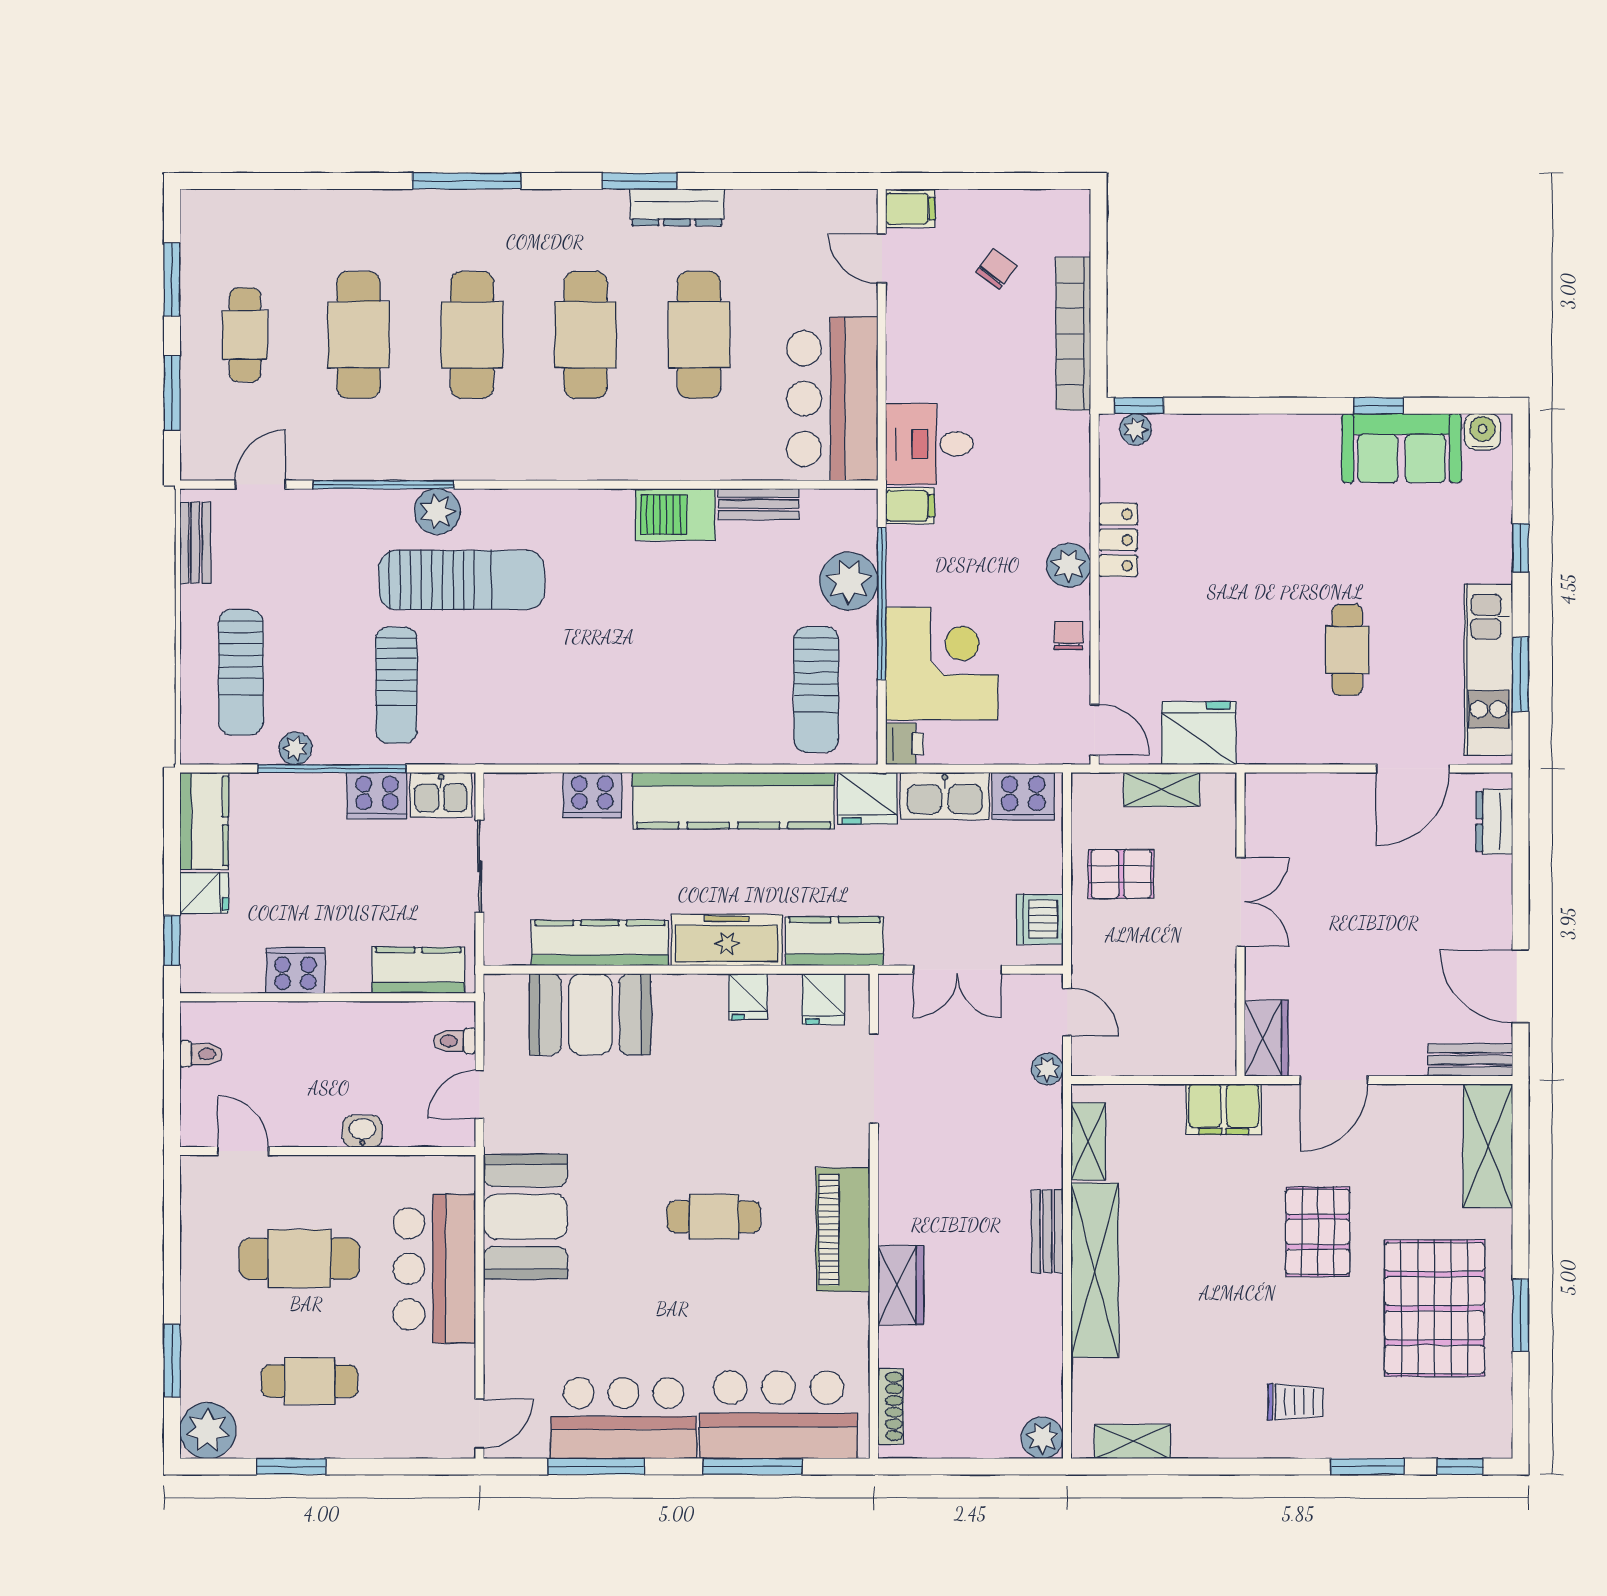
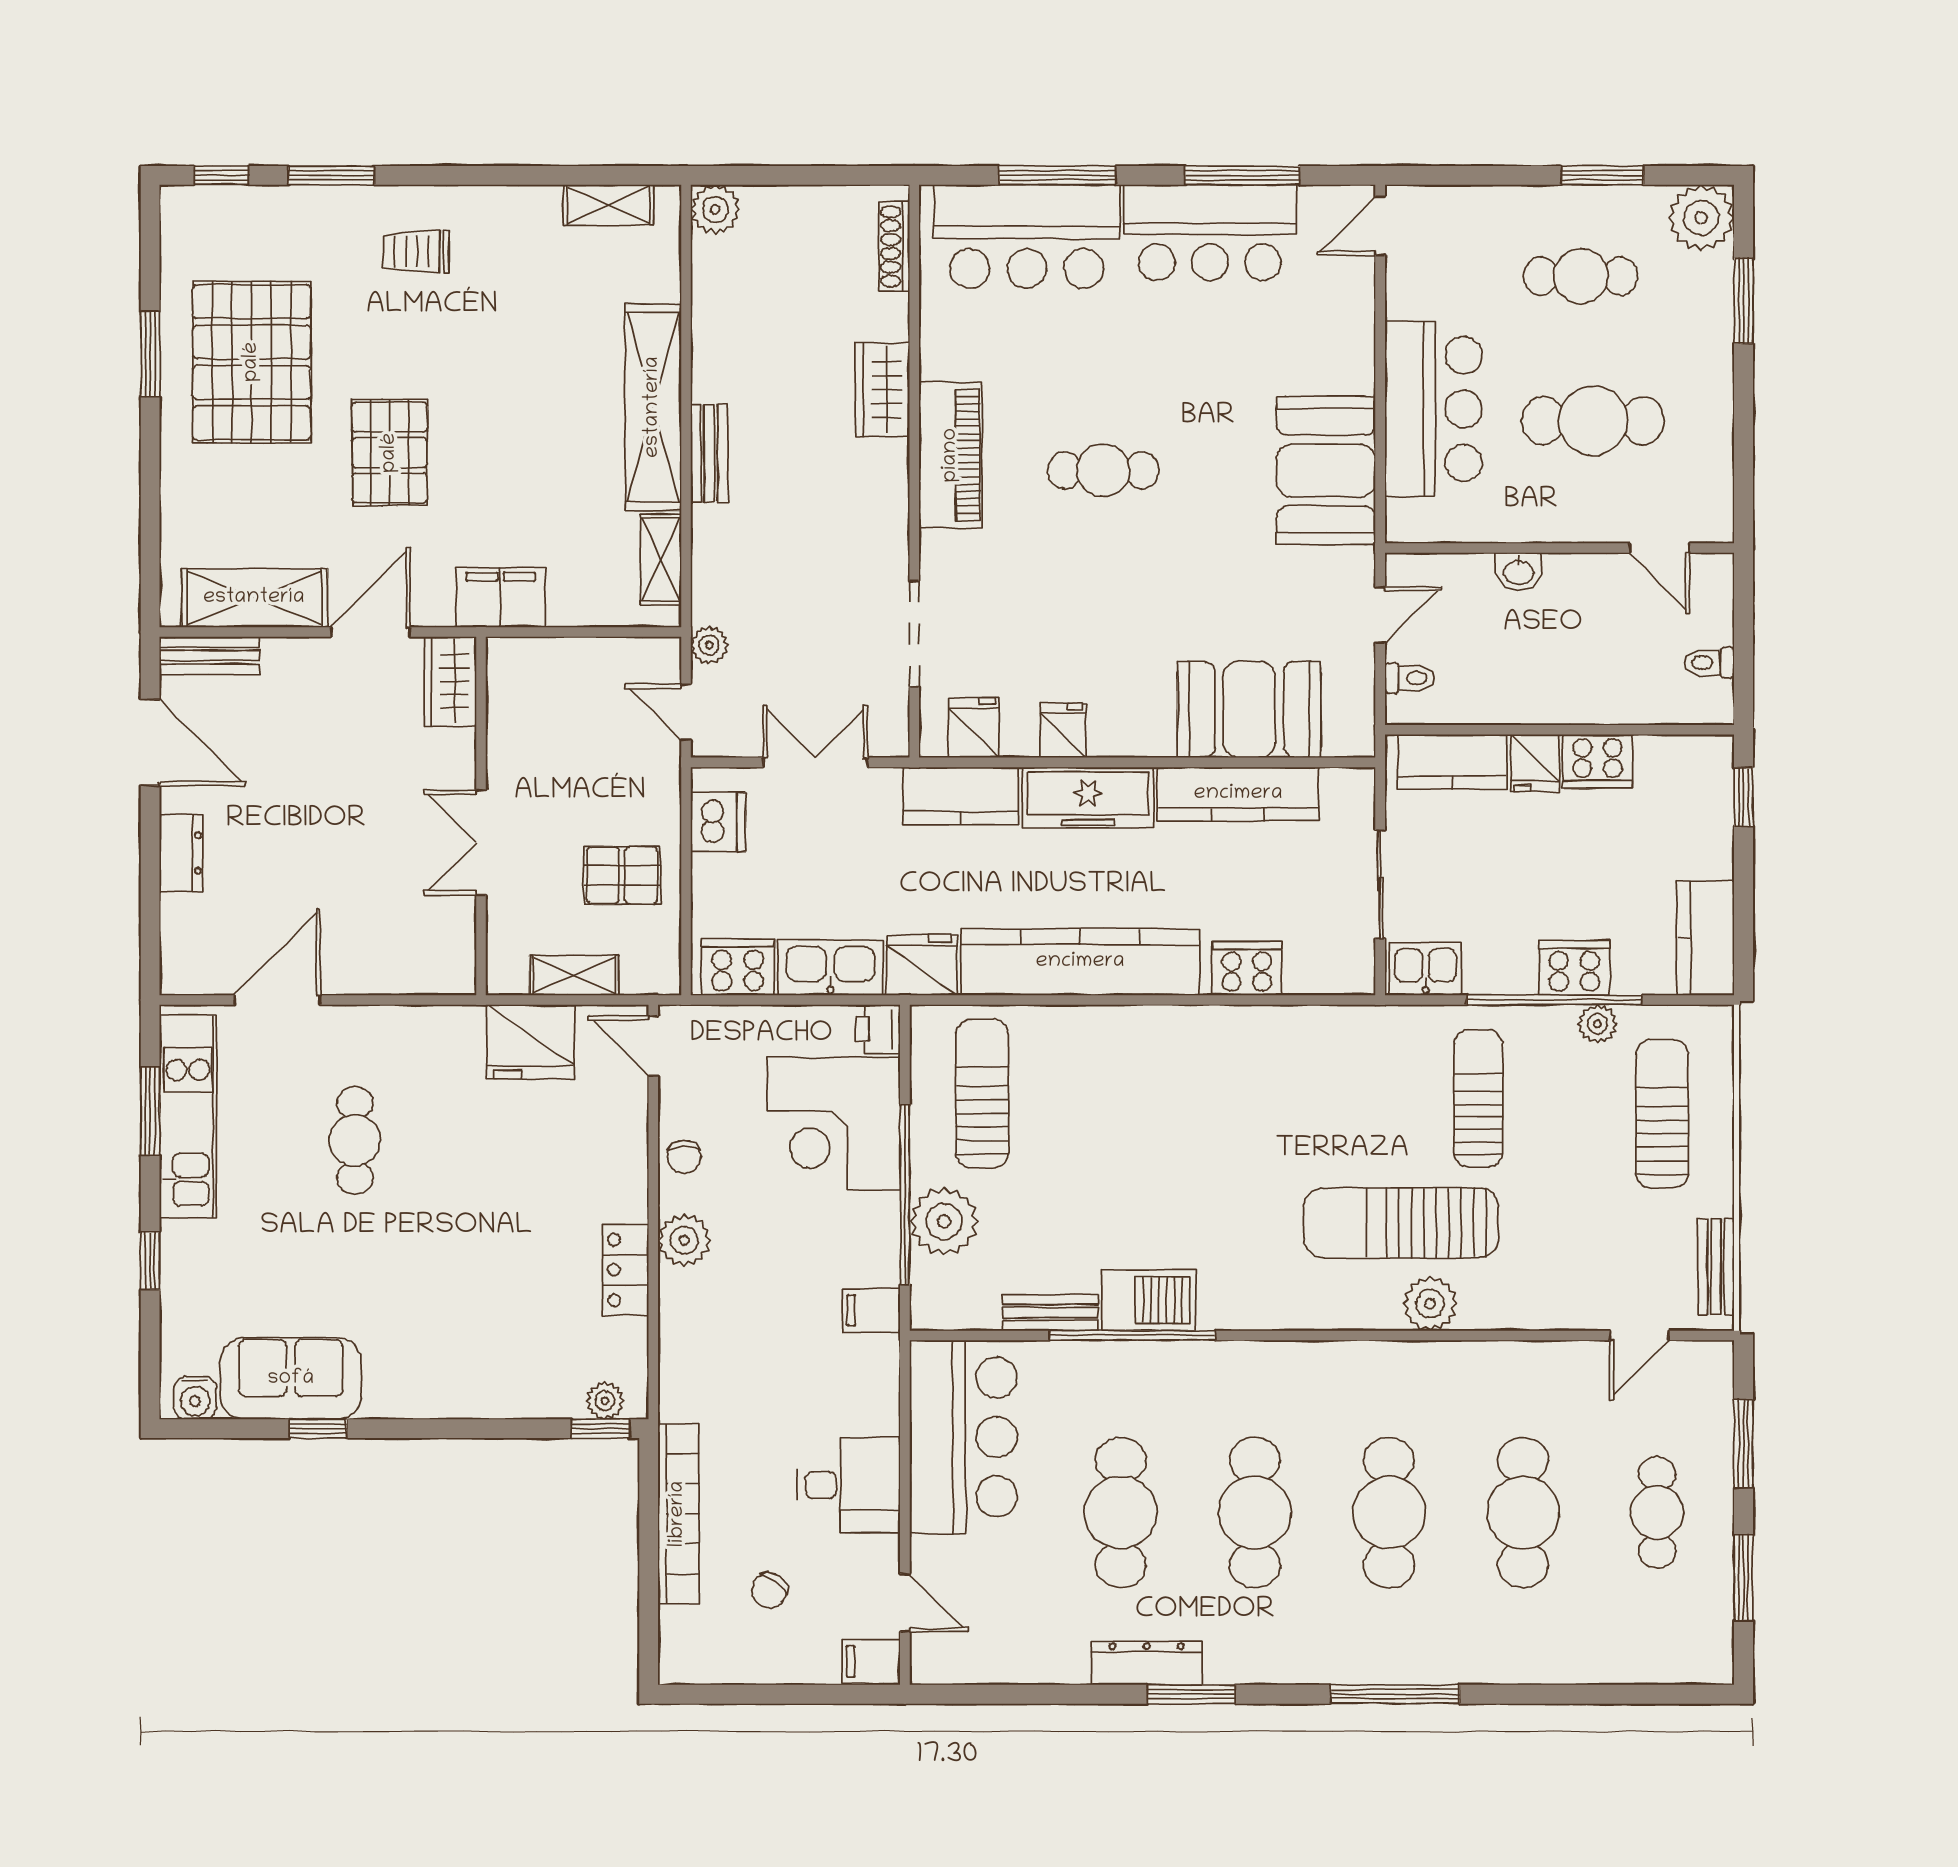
desk: (929, 444) -> (849, 1485), moved
window: (383, 485) -> (1132, 1335), moved
cooker: (377, 796) -> (1574, 968), moved
dresser: (1494, 821) -> (181, 853), moved
fridge: (204, 893) -> (1535, 763), moved, turned -90
shelving: (1488, 1146) -> (254, 598), moved, turned 90

